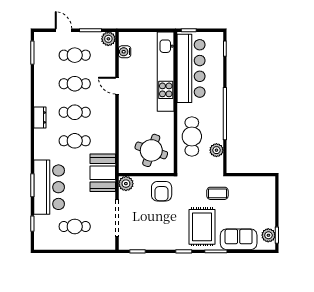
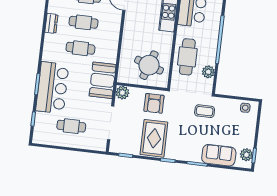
side table: (261, 184) -> (245, 108), added
rug: (202, 227) -> (154, 138), moved

